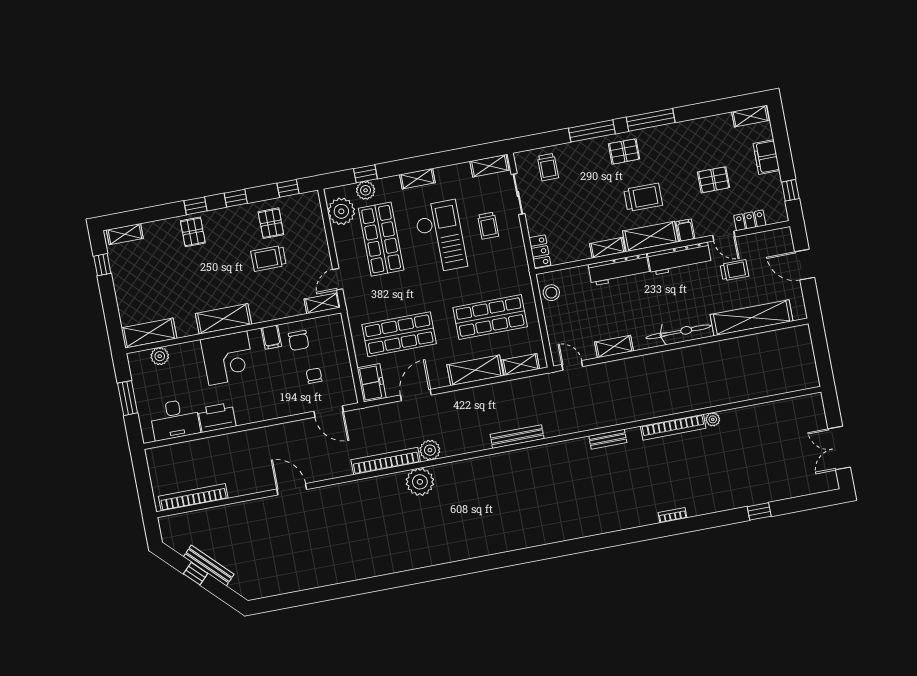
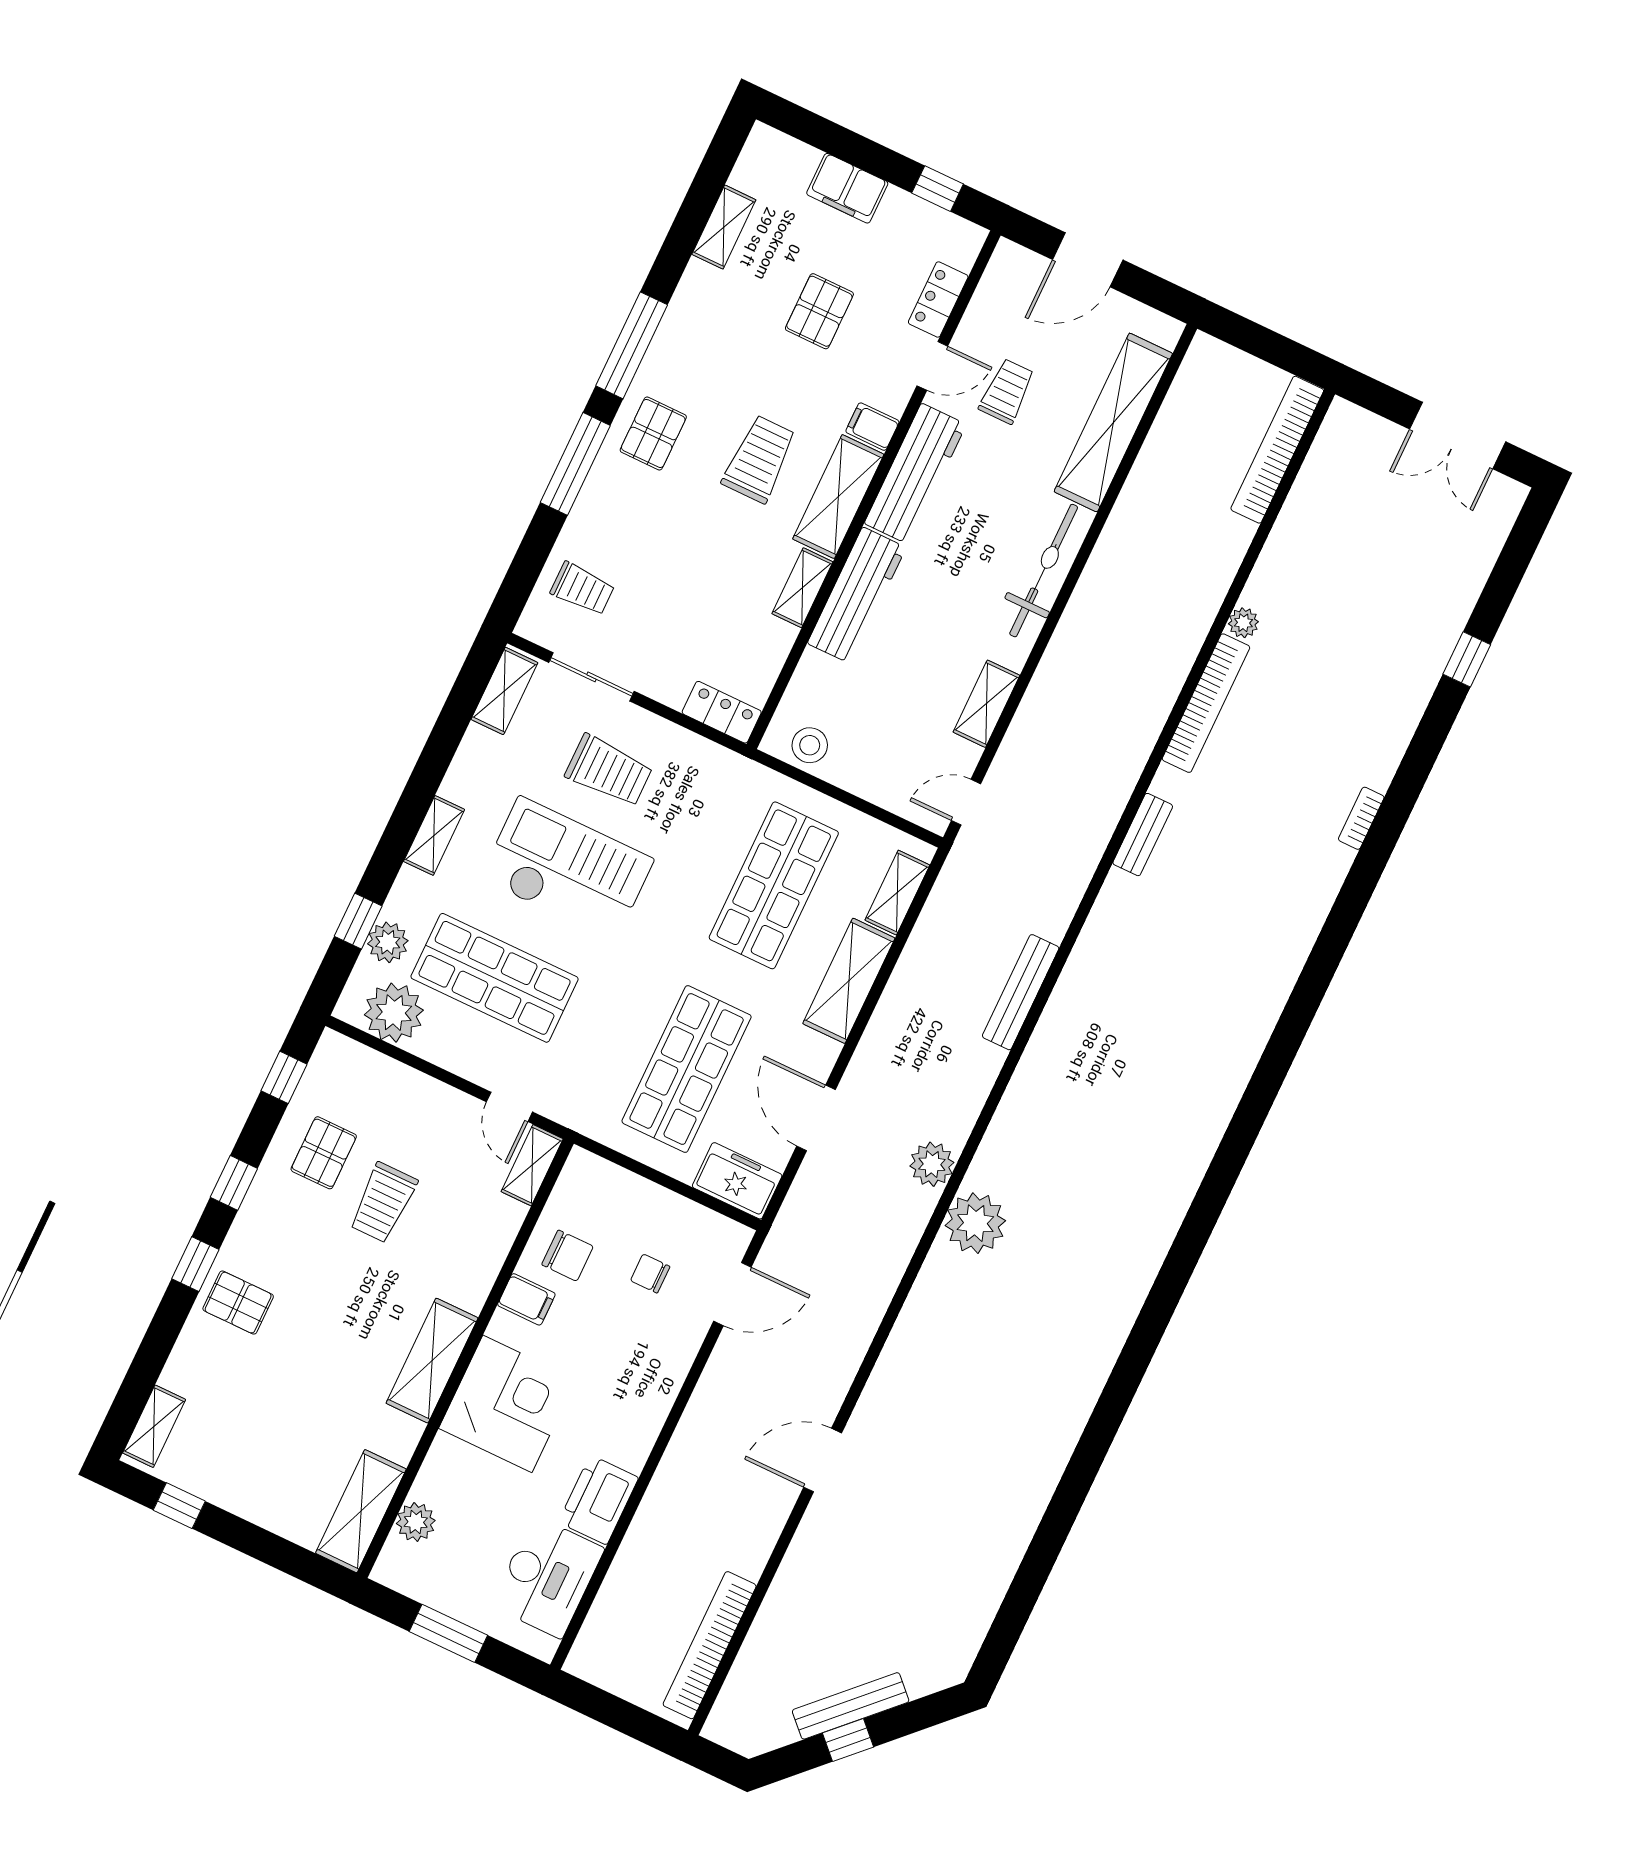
shelving: (750, 116) -> (724, 227), moved
pallet: (271, 223) -> (324, 1153), turned 90
trolley: (488, 226) -> (609, 771), width x1.36, depth x1.39
bookcase: (386, 461) -> (1277, 450), moved

